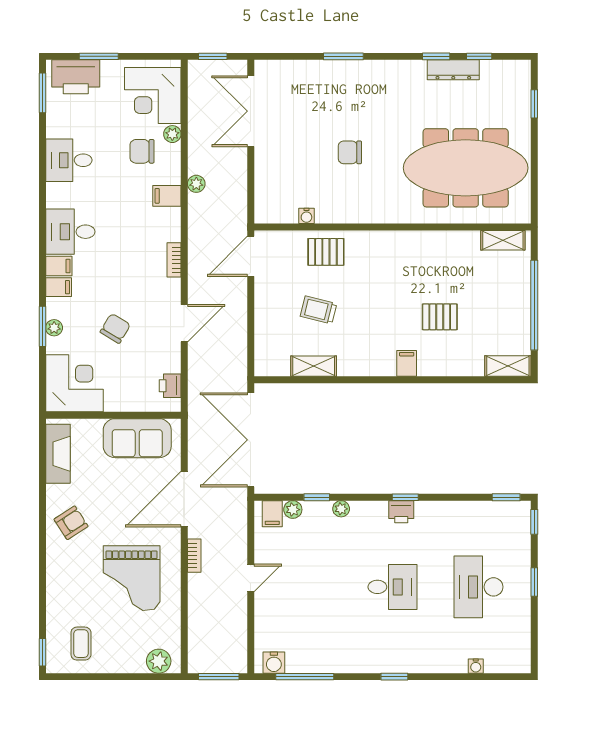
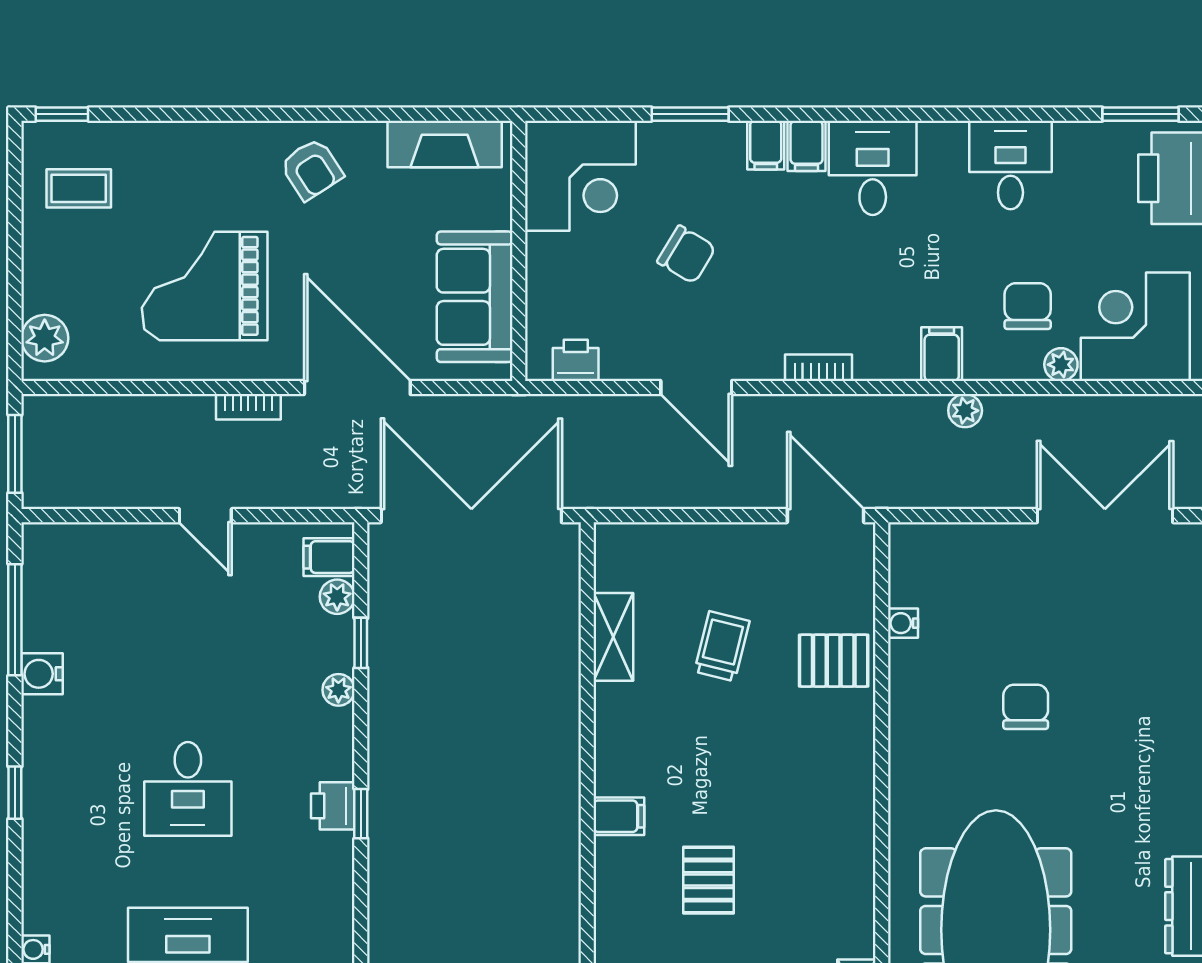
pallet: (326, 252) -> (834, 661), turned 90
plant: (54, 328) -> (688, 137), removed
water cooler: (274, 663) -> (42, 674), moved

